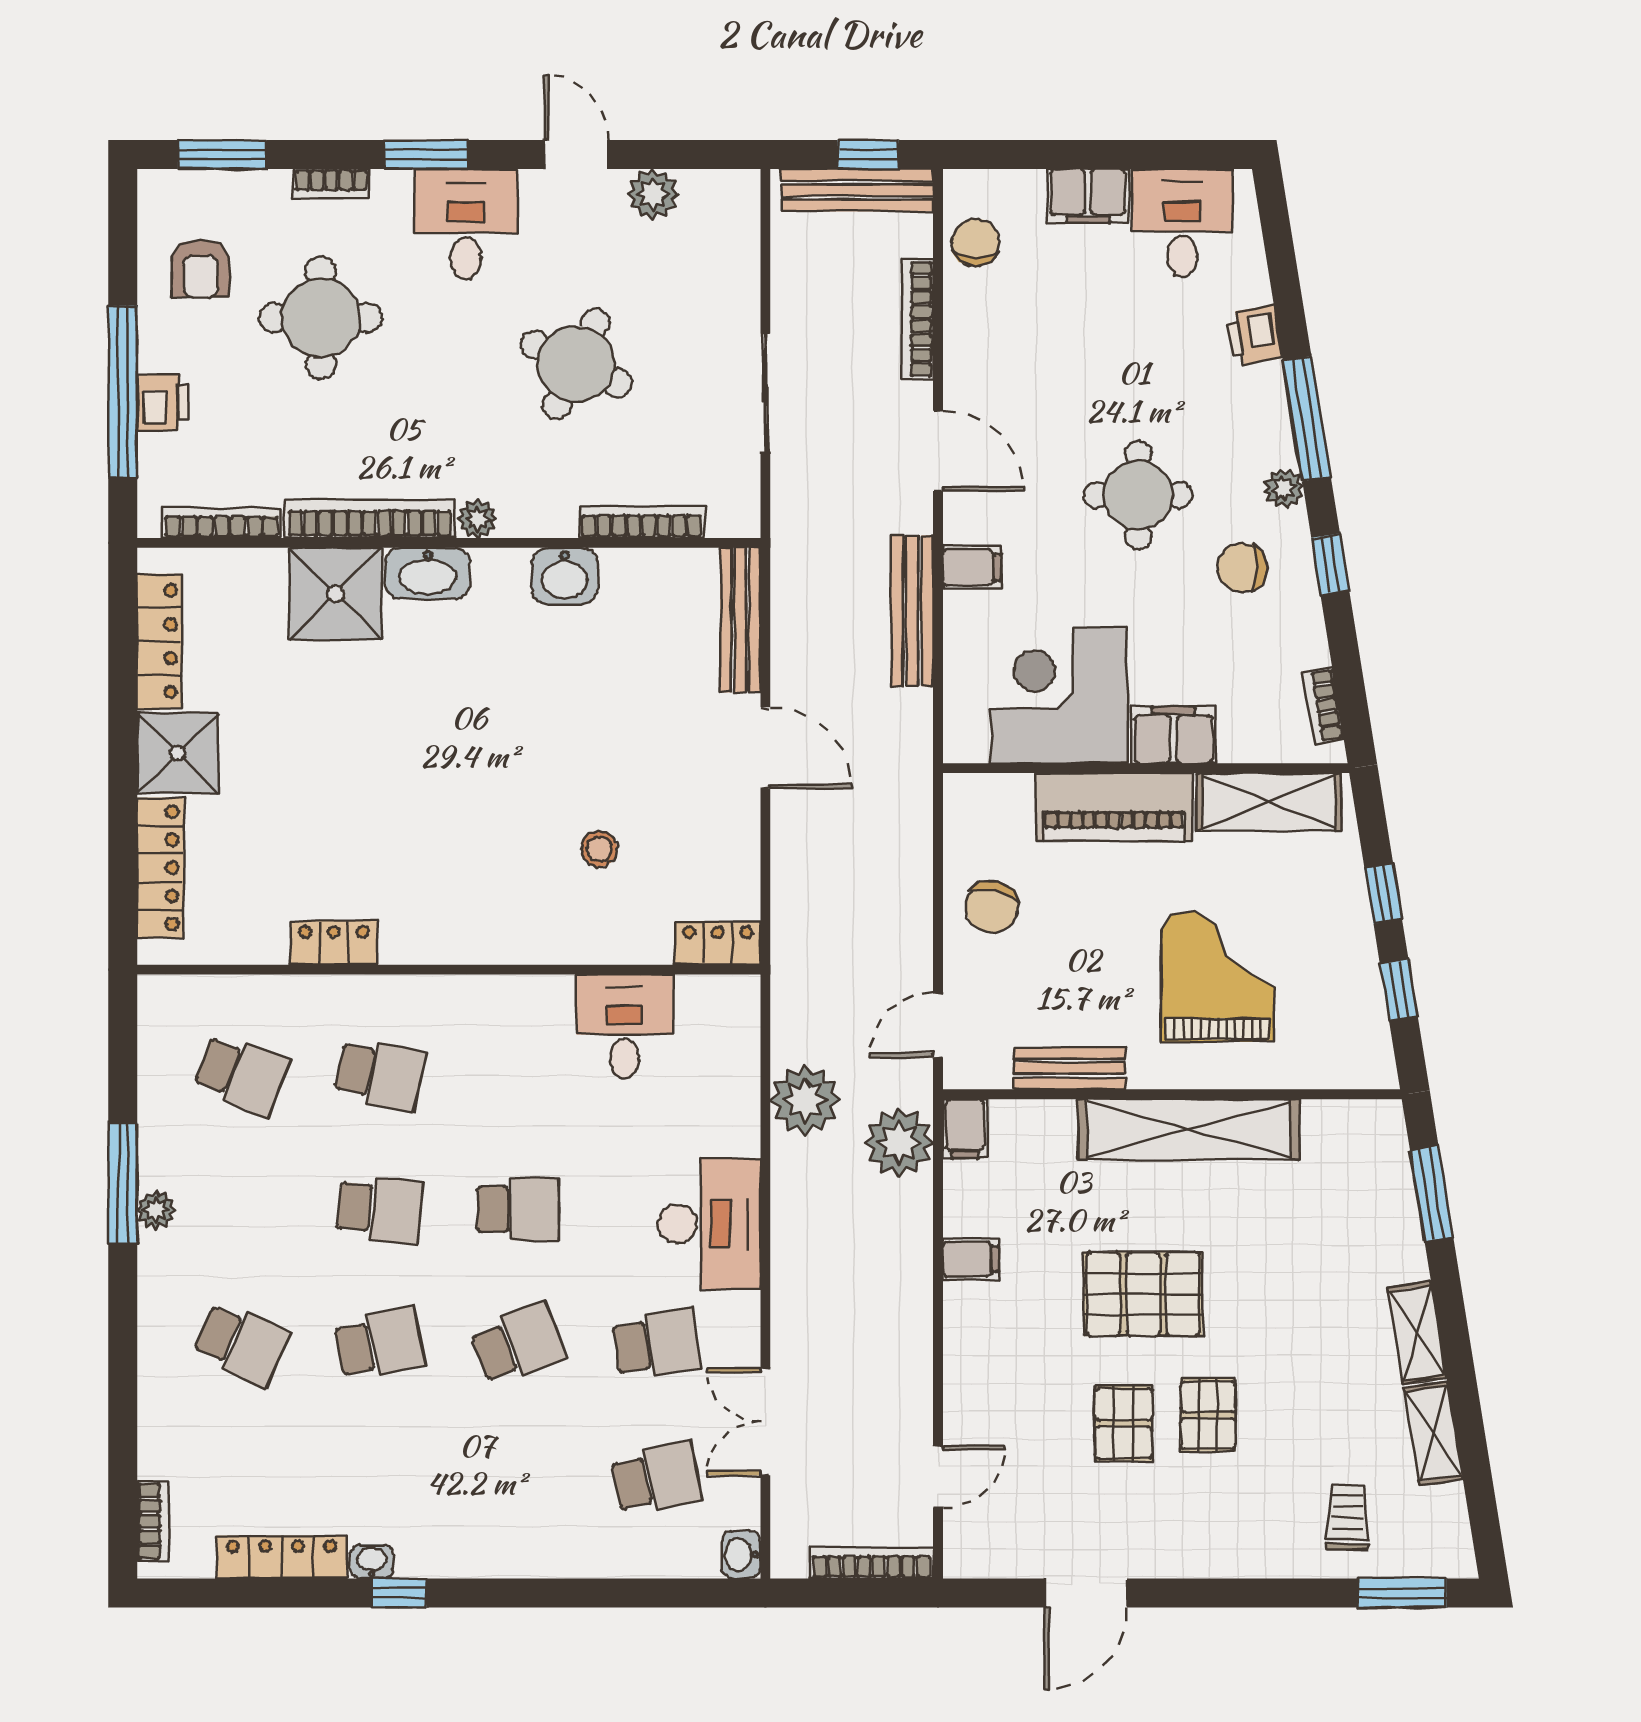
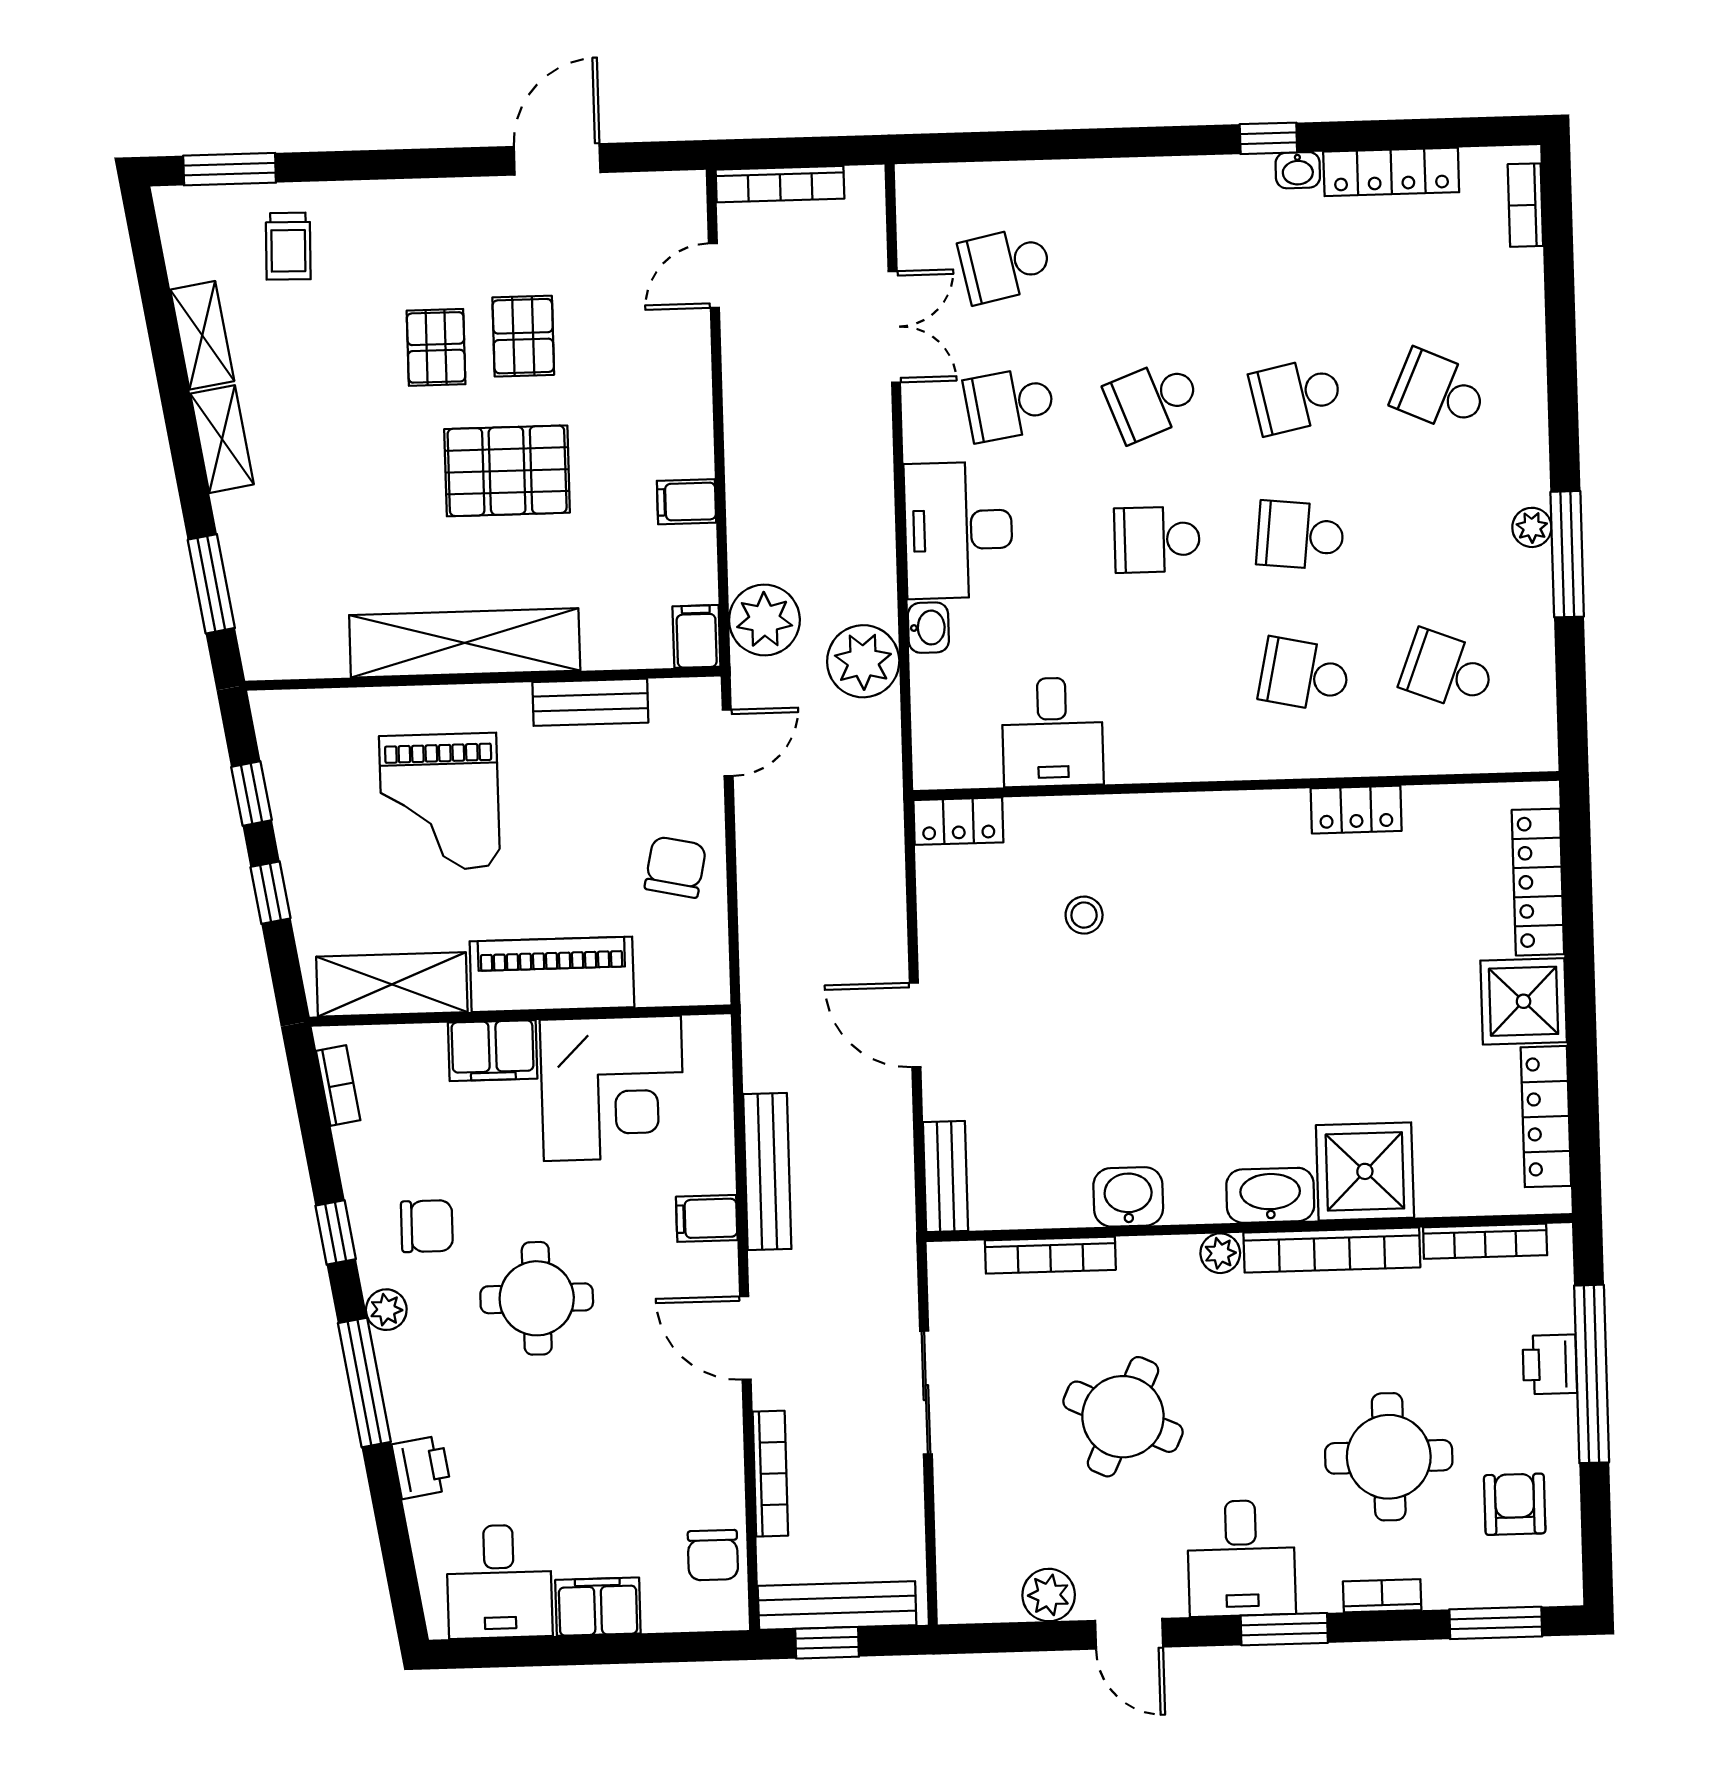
bench: (740, 620) -> (946, 1177), width x0.73
washbasin: (741, 1555) -> (928, 628), moved

